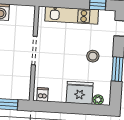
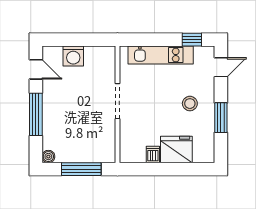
dishwasher: (43, 95) -> (153, 154), moved
plant: (98, 100) -> (200, 157), removed

